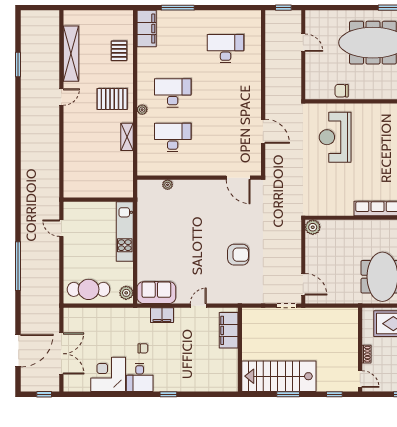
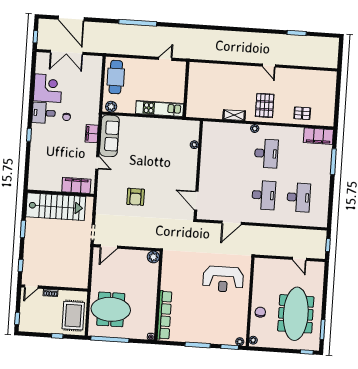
door: (303, 43) -> (299, 259), hinge flipped
shelving: (71, 54) -> (302, 75), removed
chair: (342, 91) -> (260, 312), moved
desk: (173, 137) -> (264, 195), moved
reception desk: (335, 137) -> (223, 279), turned 180
door: (238, 178) -> (196, 201), hinge flipped
sofa: (156, 293) -> (109, 136), width x1.36
stairs: (279, 376) -> (56, 207), moved, turned 90

